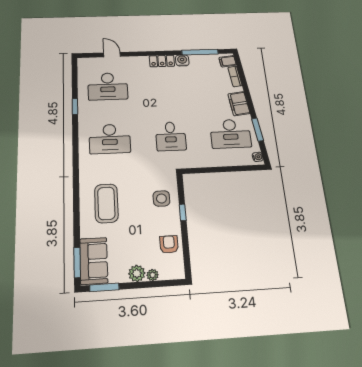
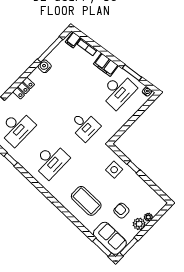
locker: (162, 61) -> (24, 88), moved
armchair: (169, 244) -> (121, 211), moved

